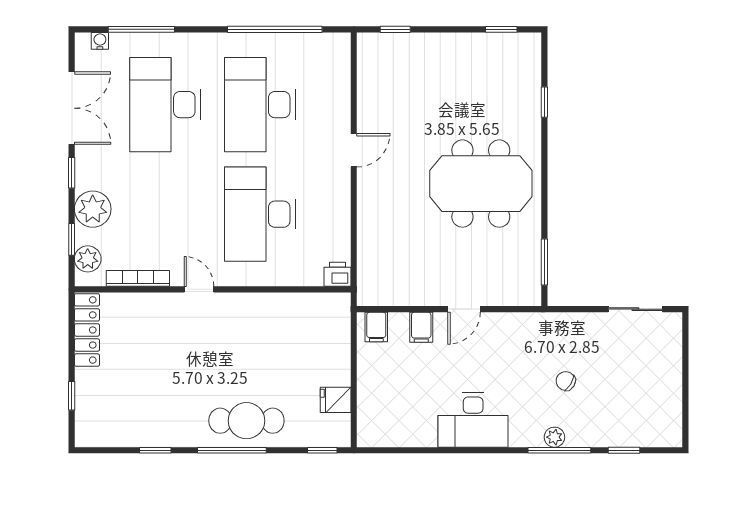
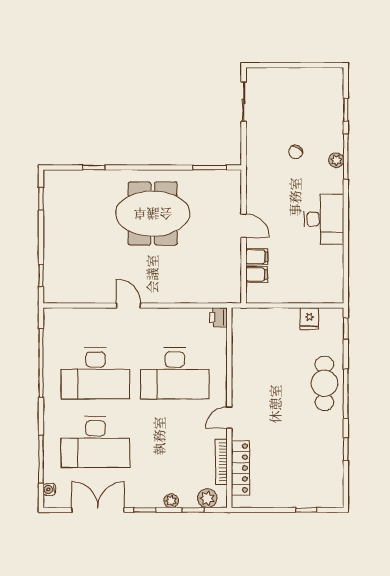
meeting table: (481, 184) -> (153, 214), turned 90
plant: (93, 209) -> (171, 501), width x0.53, depth x0.53
filing cabinet: (376, 327) -> (257, 274), moved
locker: (87, 330) -> (240, 468), moved, turned 90

